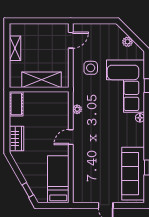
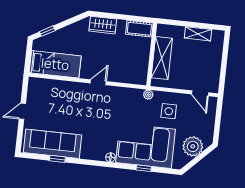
plant: (128, 42) -> (193, 146), width x1.88, depth x1.88
plant: (77, 109) -> (148, 95), moved
door: (71, 137) -> (98, 82), hinge flipped

